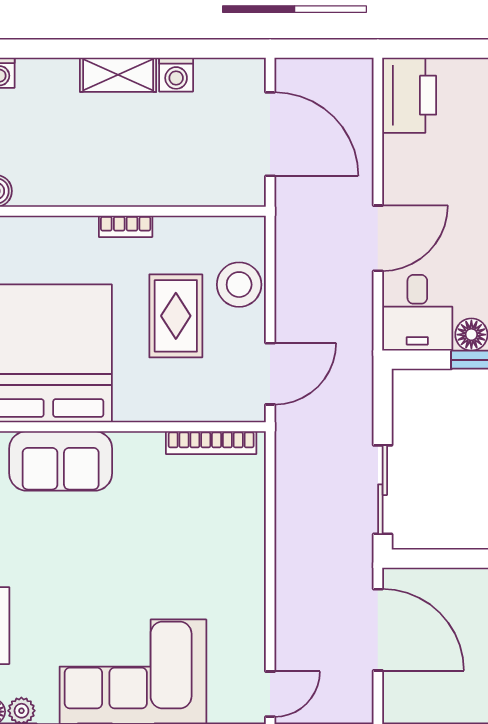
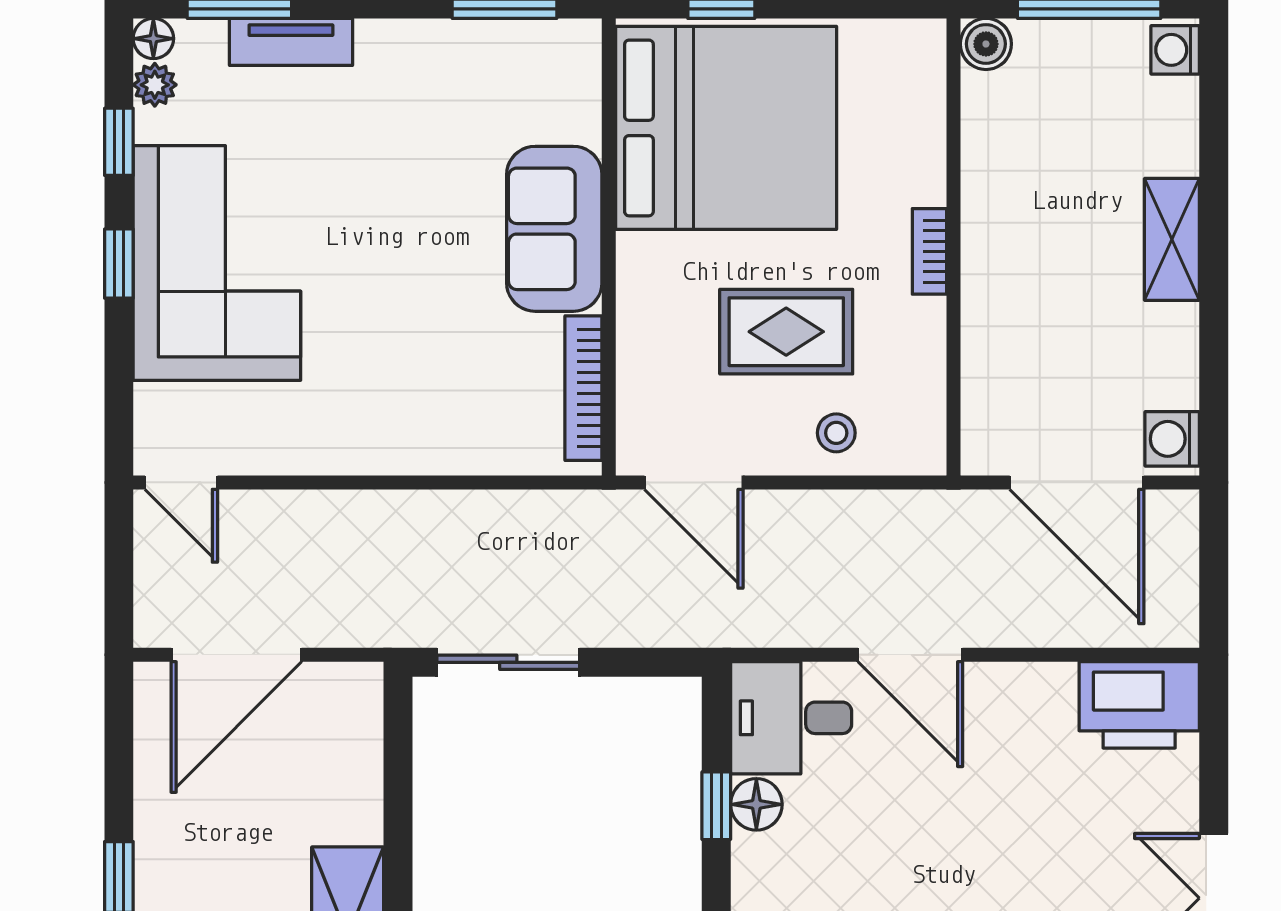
washing machine: (176, 75) -> (1172, 439), moved
door: (270, 134) -> (1077, 482), hinge flipped
stool: (239, 285) -> (836, 433), width x0.53, depth x0.53
sofa: (61, 461) -> (554, 229), moved
door: (378, 630) -> (236, 655), moved

